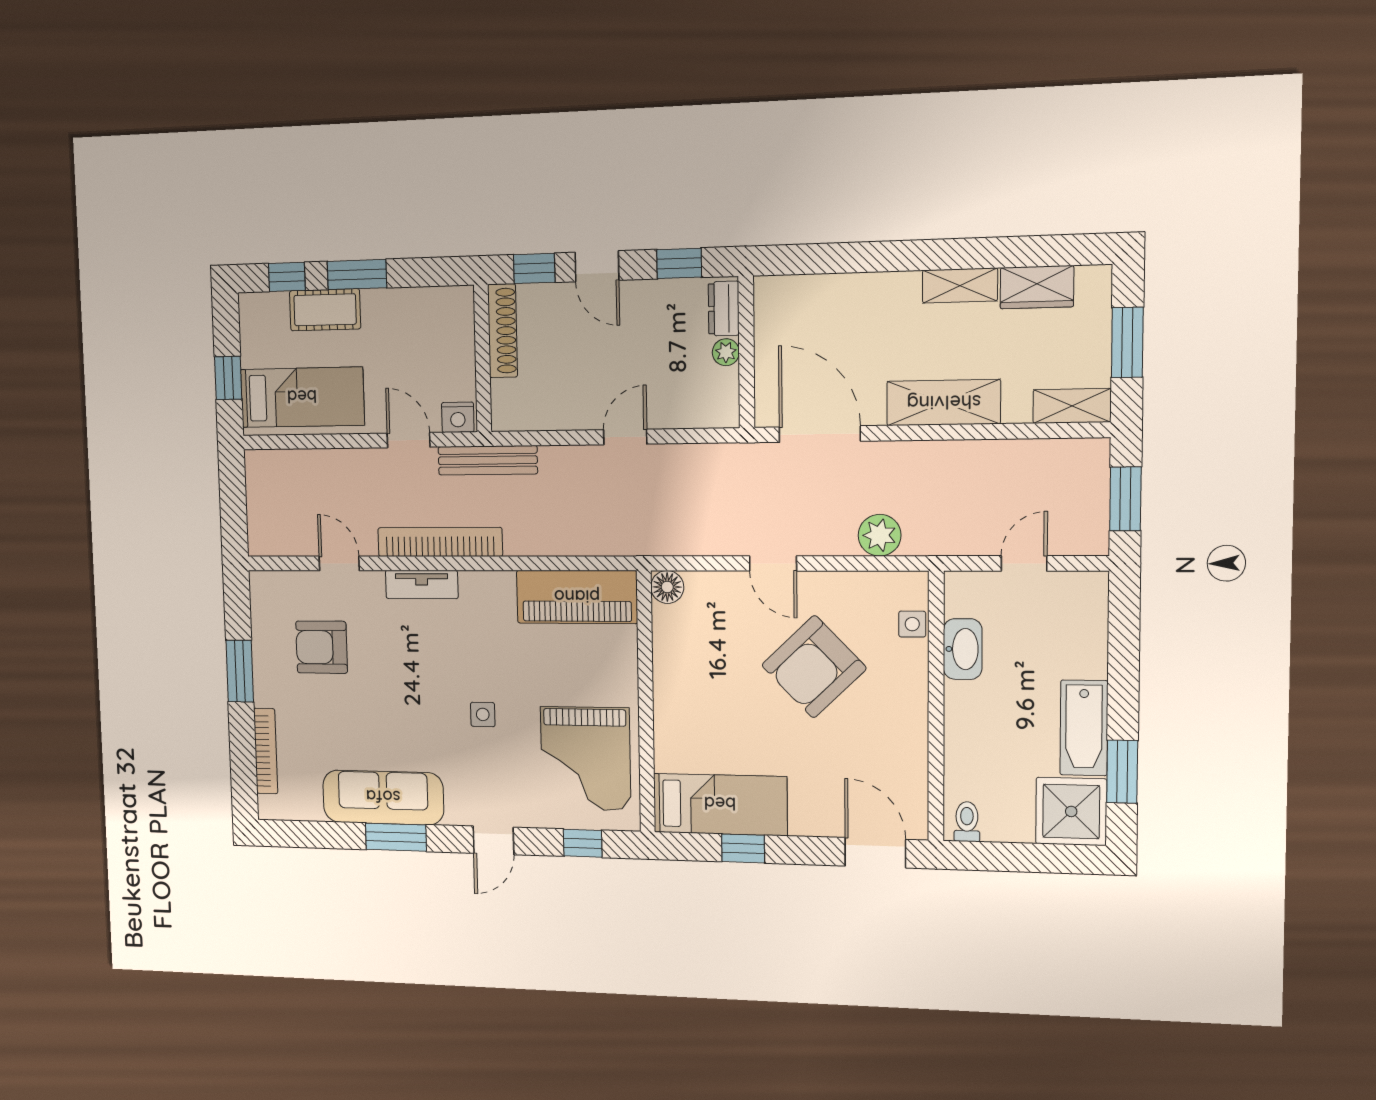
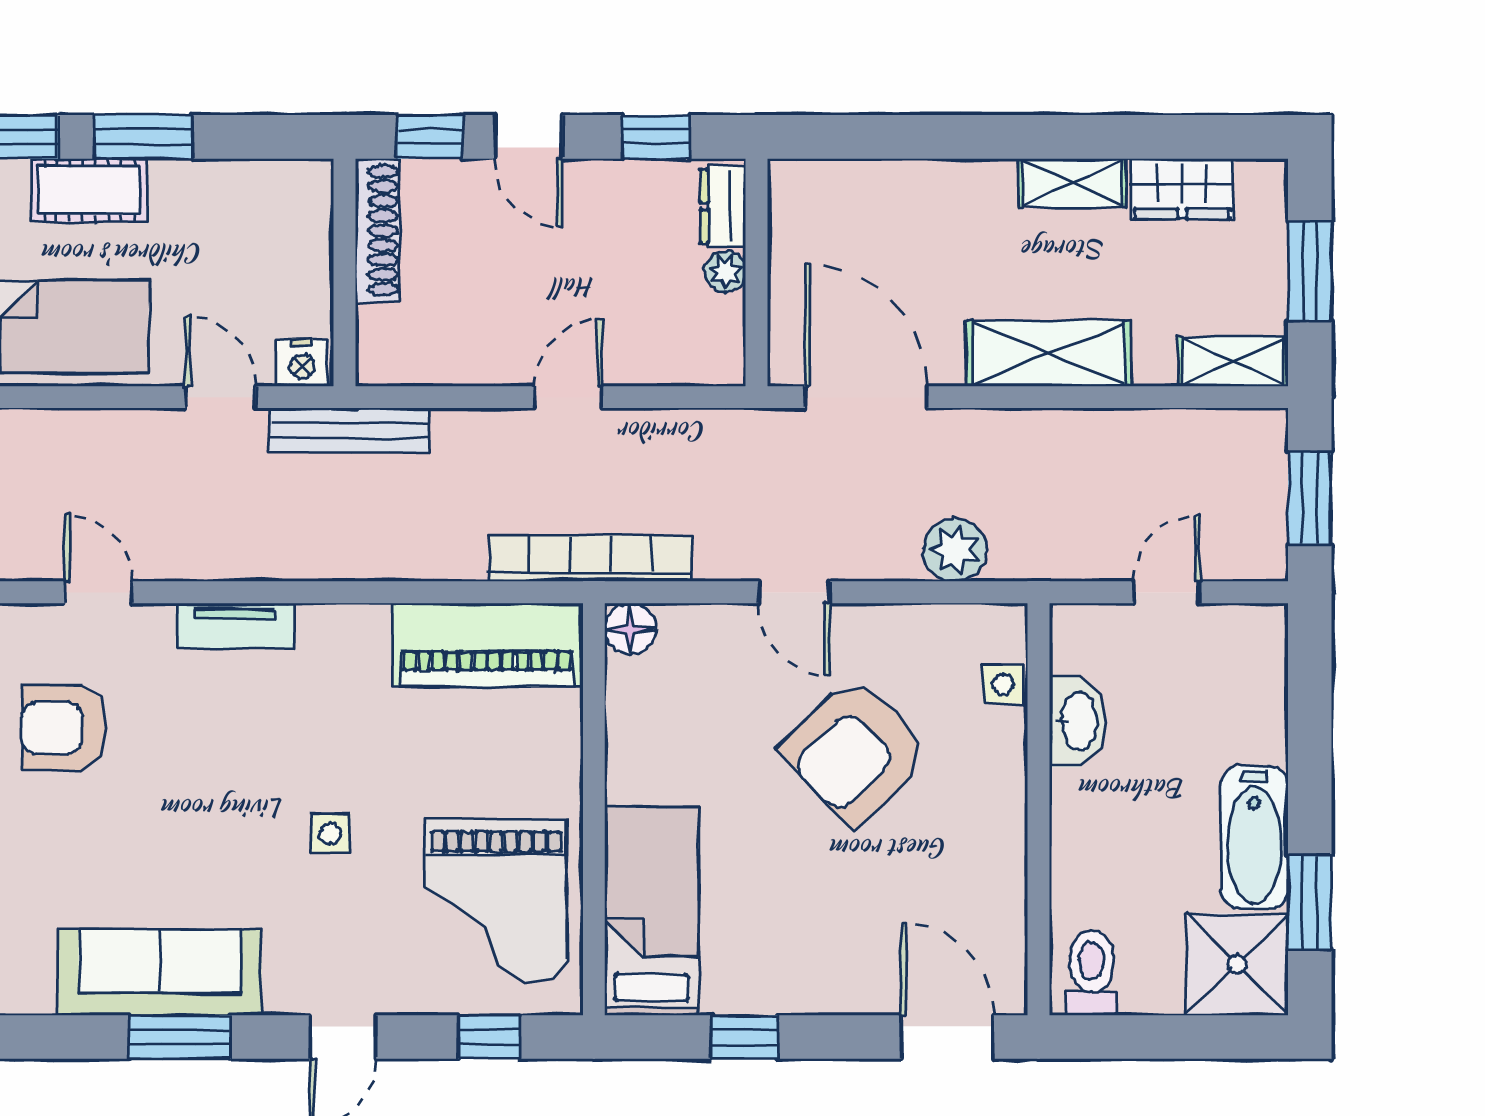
bookcase: (440, 542) -> (590, 558), moved
bed: (720, 804) -> (652, 911), moved, turned -90
toilet: (967, 822) -> (1092, 973), width x1.37, depth x1.39

